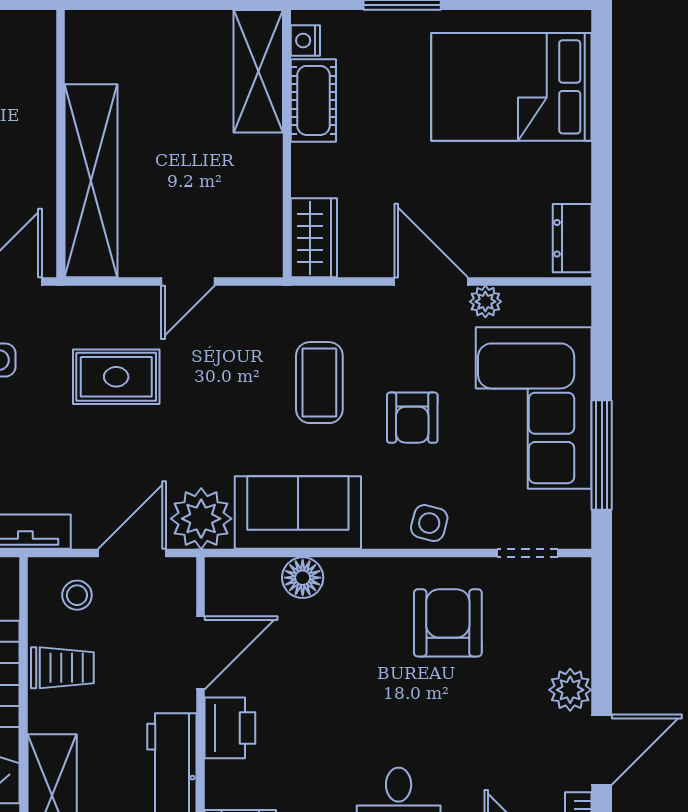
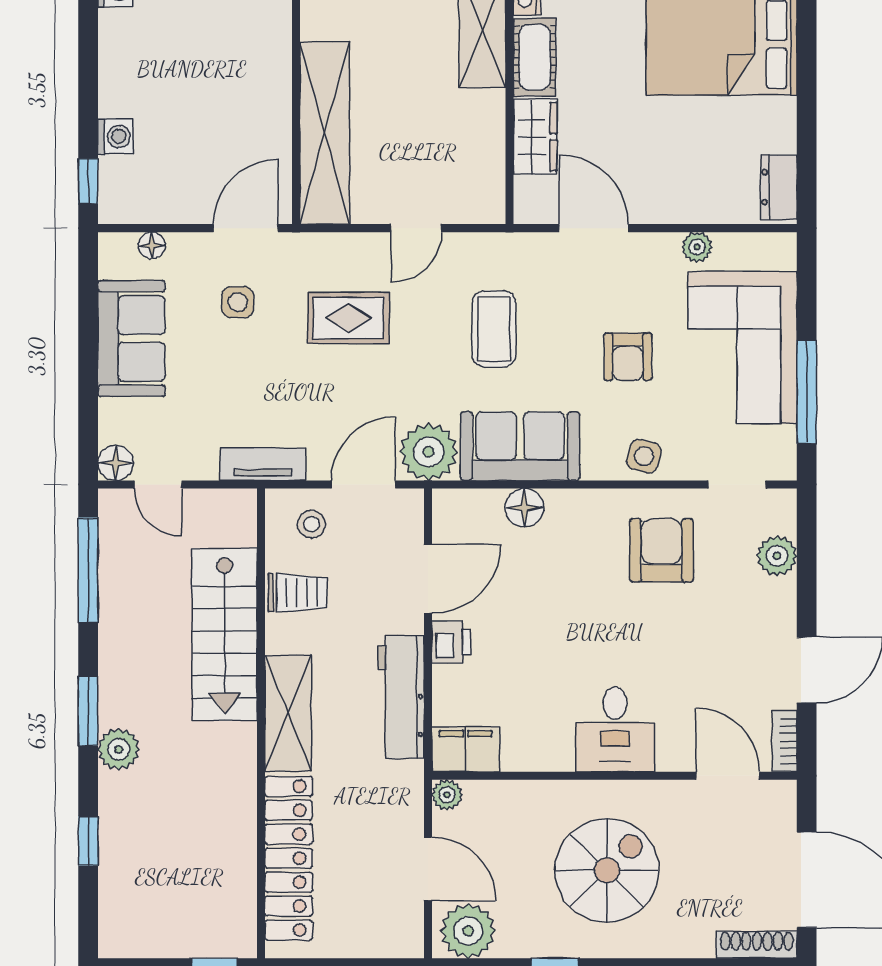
wardrobe: (314, 238) -> (535, 137), moved
door: (431, 282) -> (594, 228), moved
coffee table: (319, 383) -> (494, 329), moved
plant: (570, 690) -> (777, 556), moved
printer: (230, 728) -> (451, 642), width x0.73, depth x0.81

